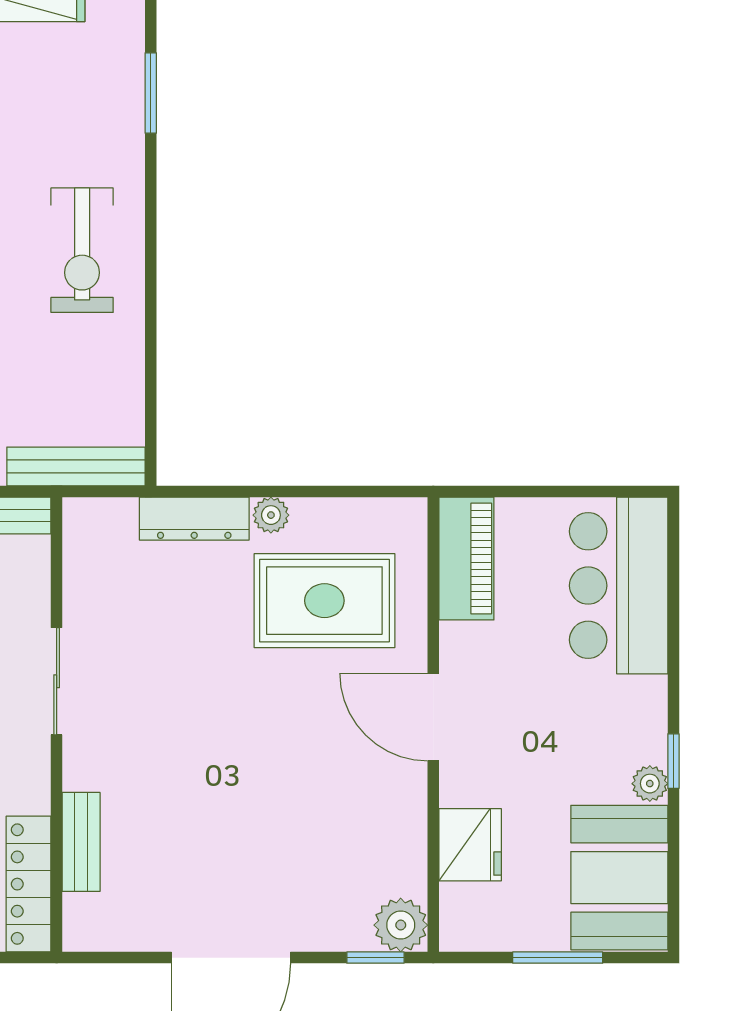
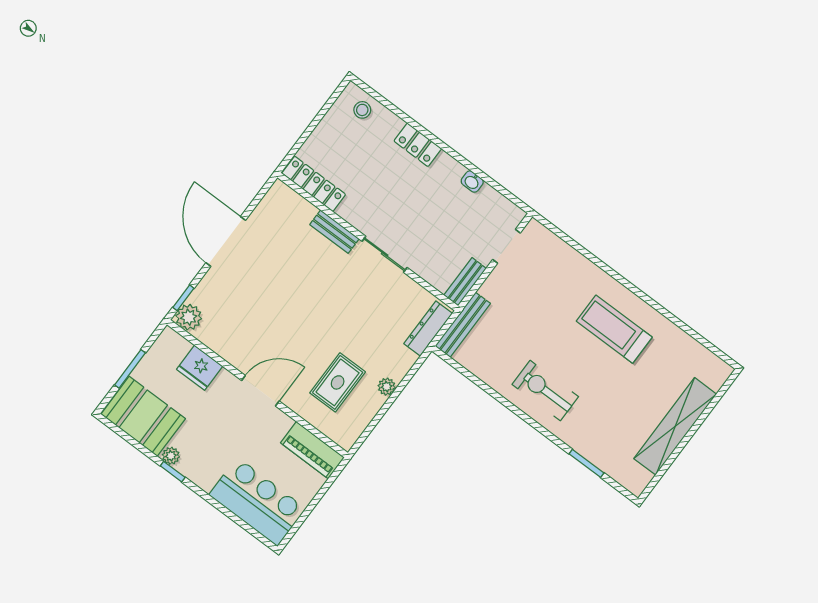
dresser: (194, 519) -> (428, 329), moved
rug: (324, 601) -> (338, 382), width x0.73, depth x0.70
bench: (81, 842) -> (334, 232), moved

